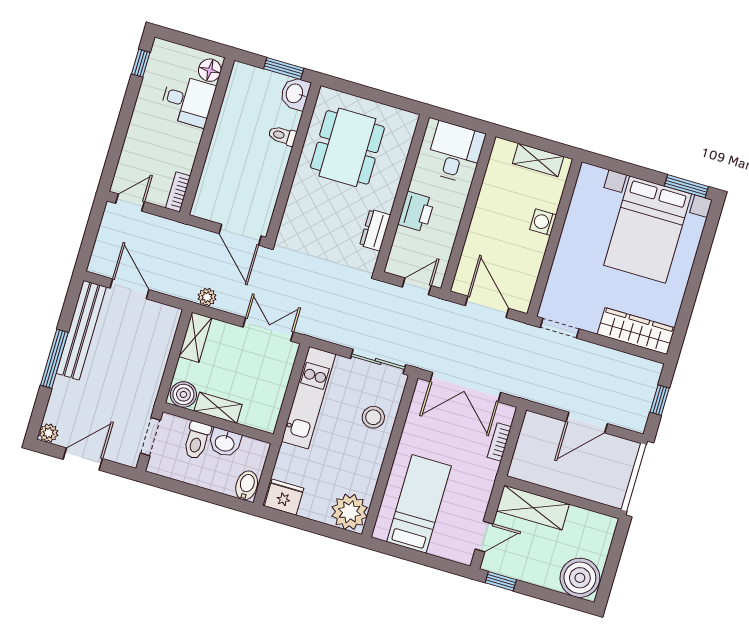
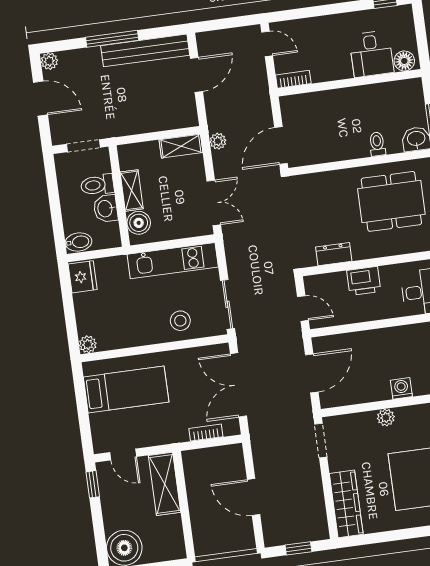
plant: (566, 251) -> (386, 417), added
boiler: (183, 394) -> (139, 223), moved
plant: (350, 512) -> (88, 344), width x0.53, depth x0.53

